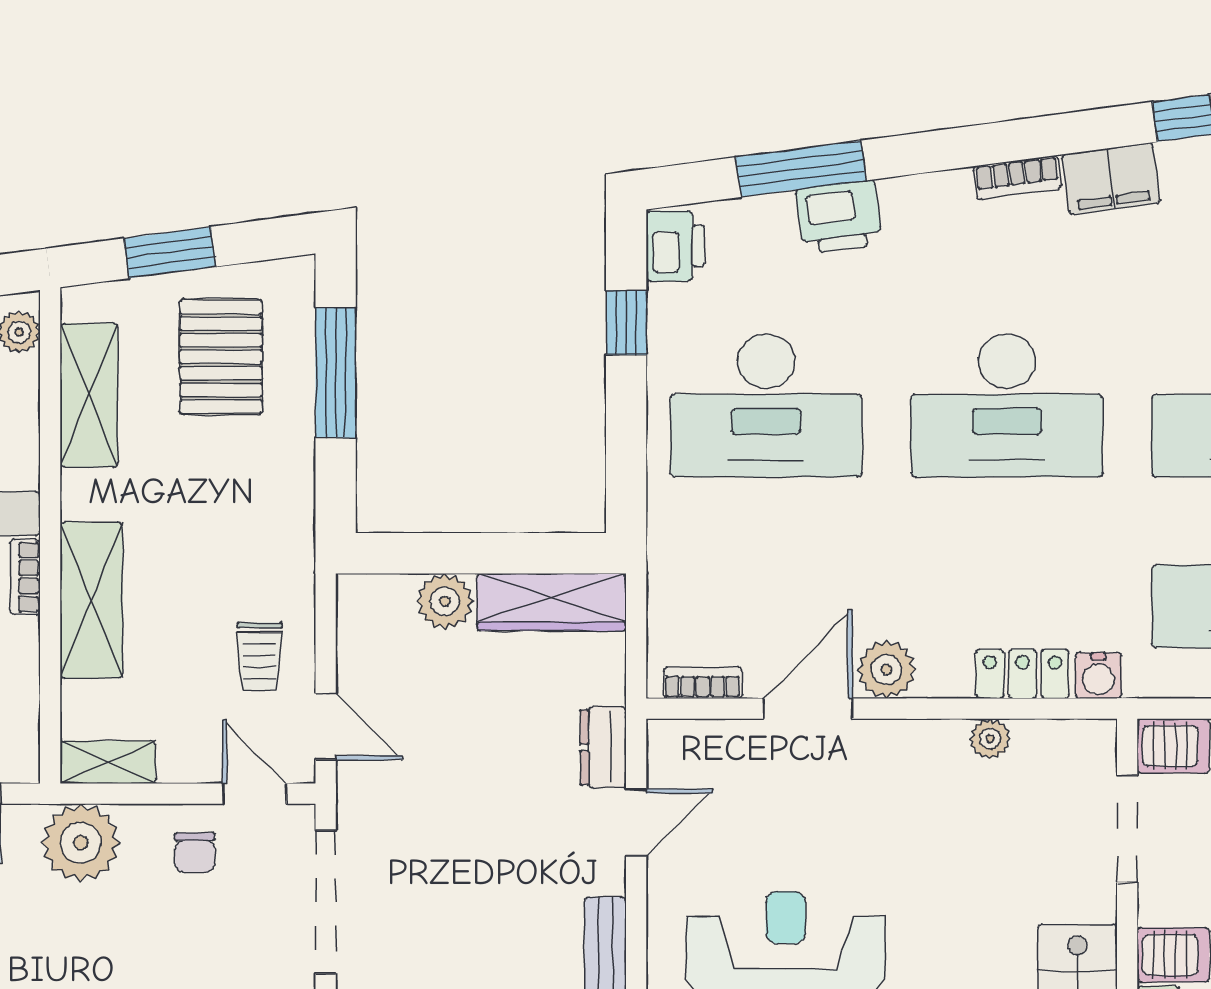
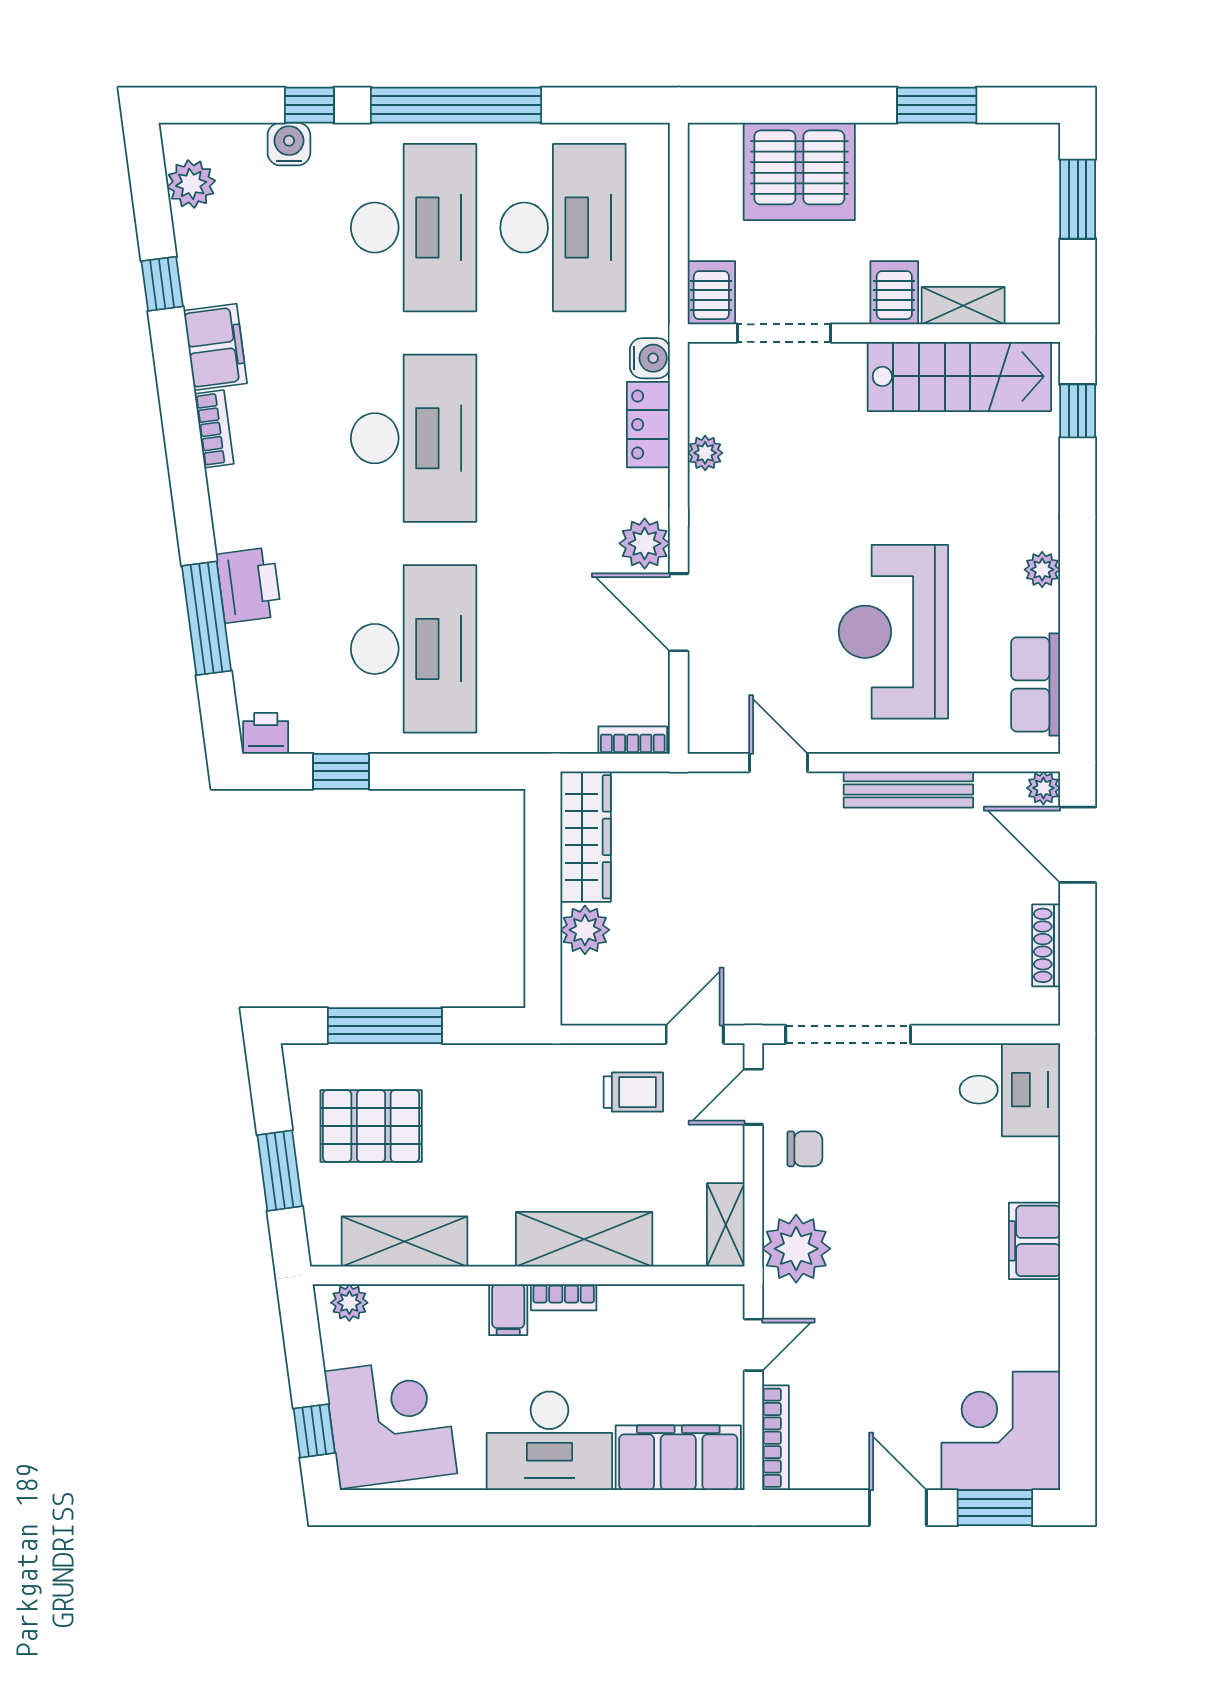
printer: (675, 246) -> (266, 733), width x0.73, depth x0.81
bookcase: (703, 683) -> (633, 740), moved, turned 90
dresser: (603, 747) -> (713, 791), removed

